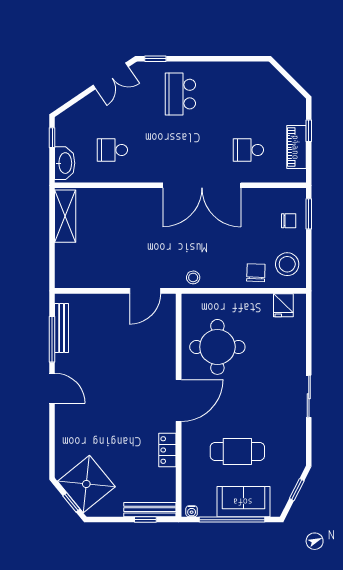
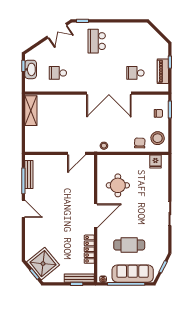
washbasin: (65, 163) -> (31, 69), moved
round table: (217, 347) -> (118, 185), width x0.73, depth x0.73
locker: (167, 450) -> (89, 249), width x1.53
sofa: (243, 502) -> (133, 274), width x1.36

